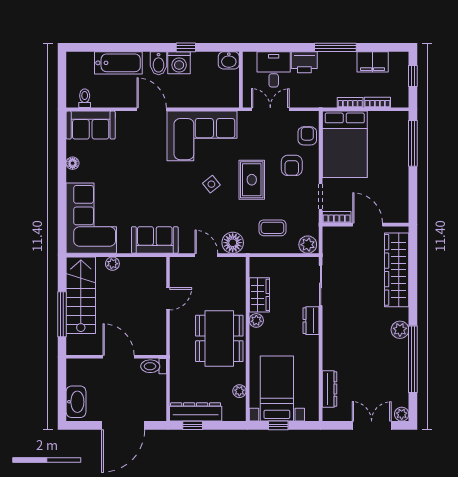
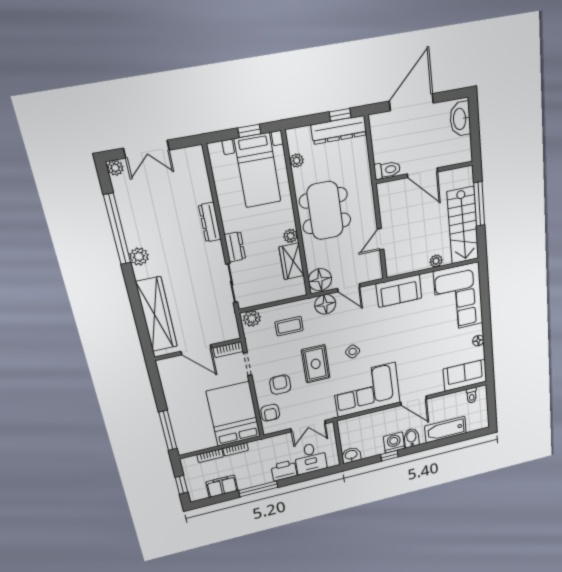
floor lamp: (234, 270) -> (320, 280), added
dresser: (329, 389) -> (210, 222), moved

